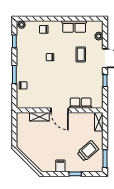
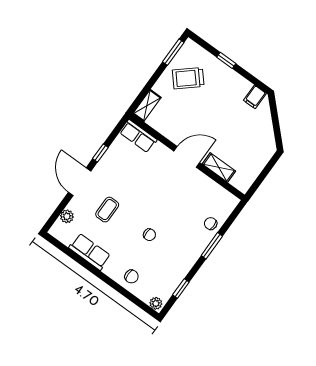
row of seats: (81, 103) -> (138, 136), moved
door: (60, 110) -> (187, 157), hinge flipped
filing cabinet: (60, 166) -> (255, 97), moved

